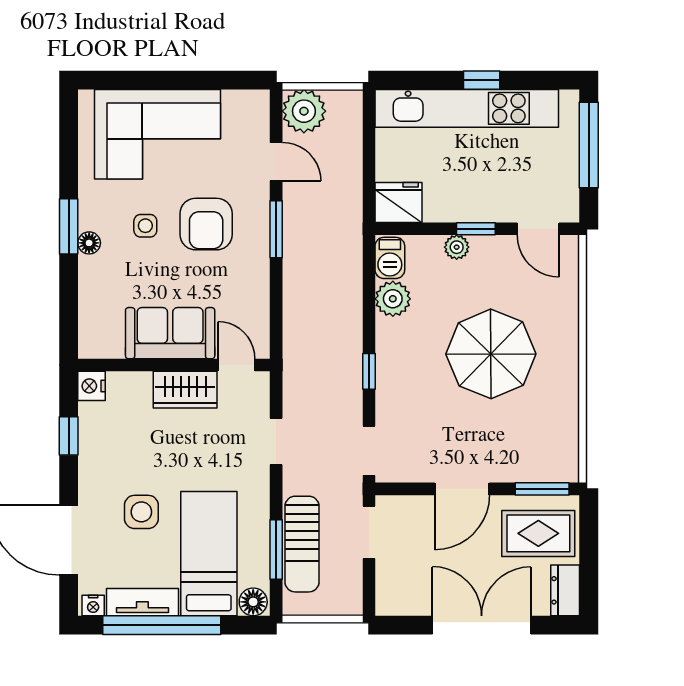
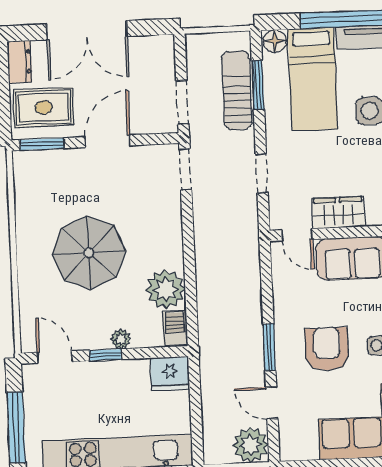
plant: (393, 299) -> (166, 289), width x1.36, depth x1.36
window: (369, 371) -> (188, 234), removed

